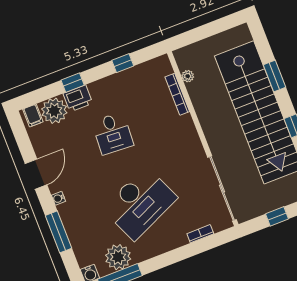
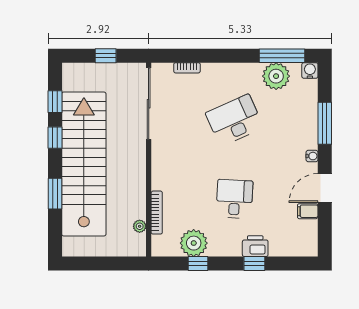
plant: (54, 111) -> (194, 243), moved
filing cabinet: (33, 115) -> (308, 211), moved, turned -90
desk: (140, 203) -> (234, 120), width x0.73, depth x0.77

